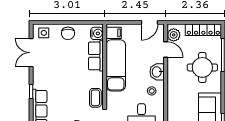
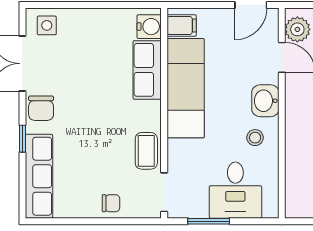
chair: (68, 33) -> (41, 108), moved

